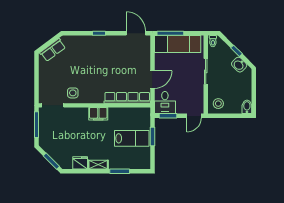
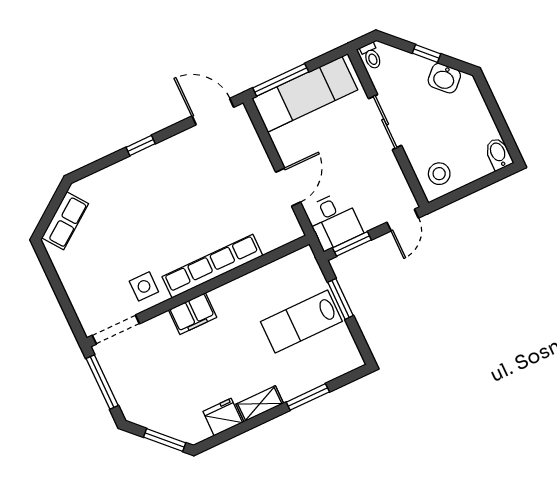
row of seats: (127, 98) -> (212, 266), moved
filing cabinet: (98, 114) -> (193, 314), moved
lab bench: (132, 138) -> (301, 321), turned 180

